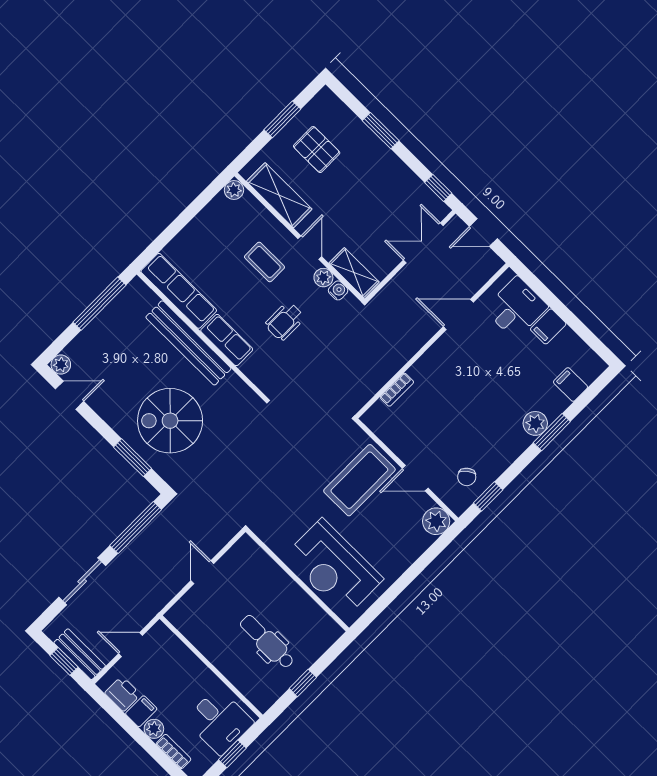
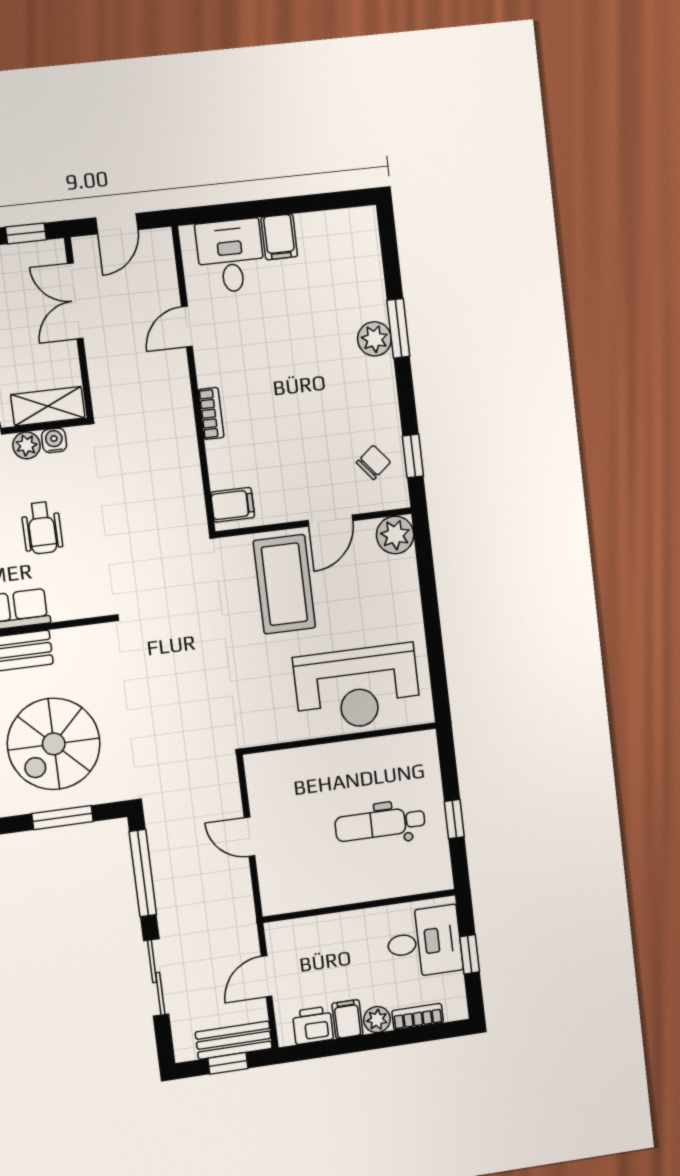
door: (458, 314) -> (187, 327), width x0.73
filing cabinet: (571, 385) -> (233, 505), moved, turned 180
bookcase: (397, 390) -> (211, 413), moved
chair: (467, 477) -> (373, 462), turned -91

